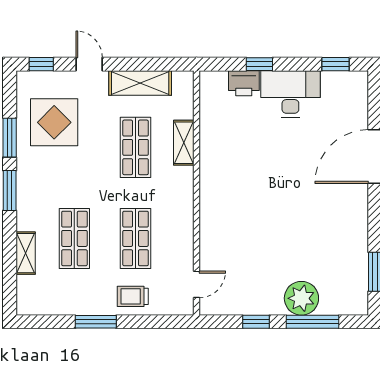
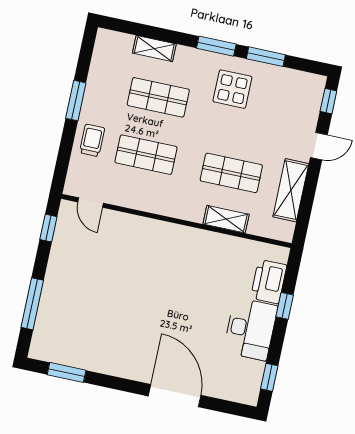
printer: (244, 83) -> (269, 282), width x1.37, depth x1.19
display table: (54, 122) -> (232, 89), moved, width x0.73, depth x0.73
plant: (301, 298) -> (56, 298), removed
window: (256, 322) -> (48, 228), moved

